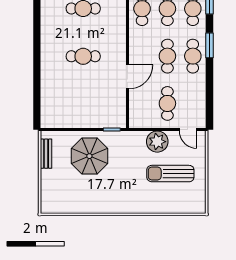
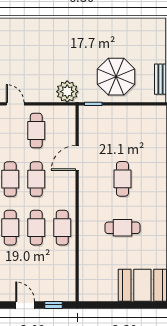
cafe table: (83, 56) -> (122, 179), turned 90
plant: (157, 142) -> (67, 92), moved
sun lounger: (170, 174) -> (33, 59), removed

